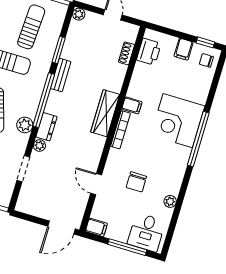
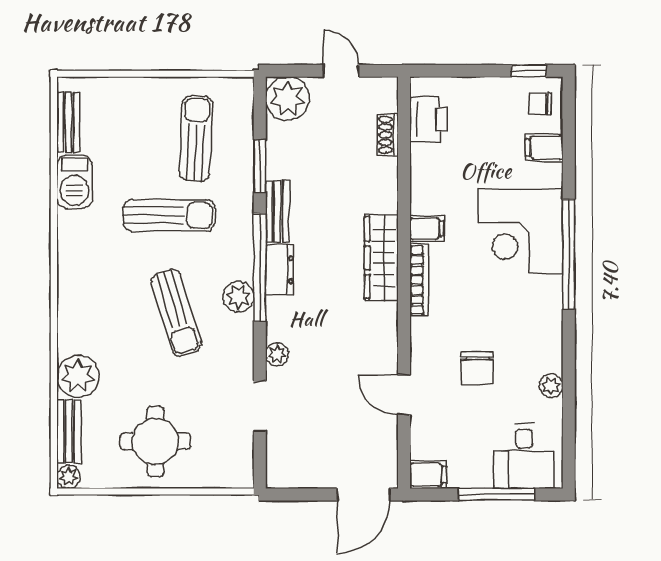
plant: (79, 14) -> (288, 99), width x1.87, depth x1.87
filing cabinet: (184, 49) -> (544, 148), moved, turned 90
plant: (25, 125) -> (239, 297), moved
dresser: (46, 127) -> (280, 270), moved

